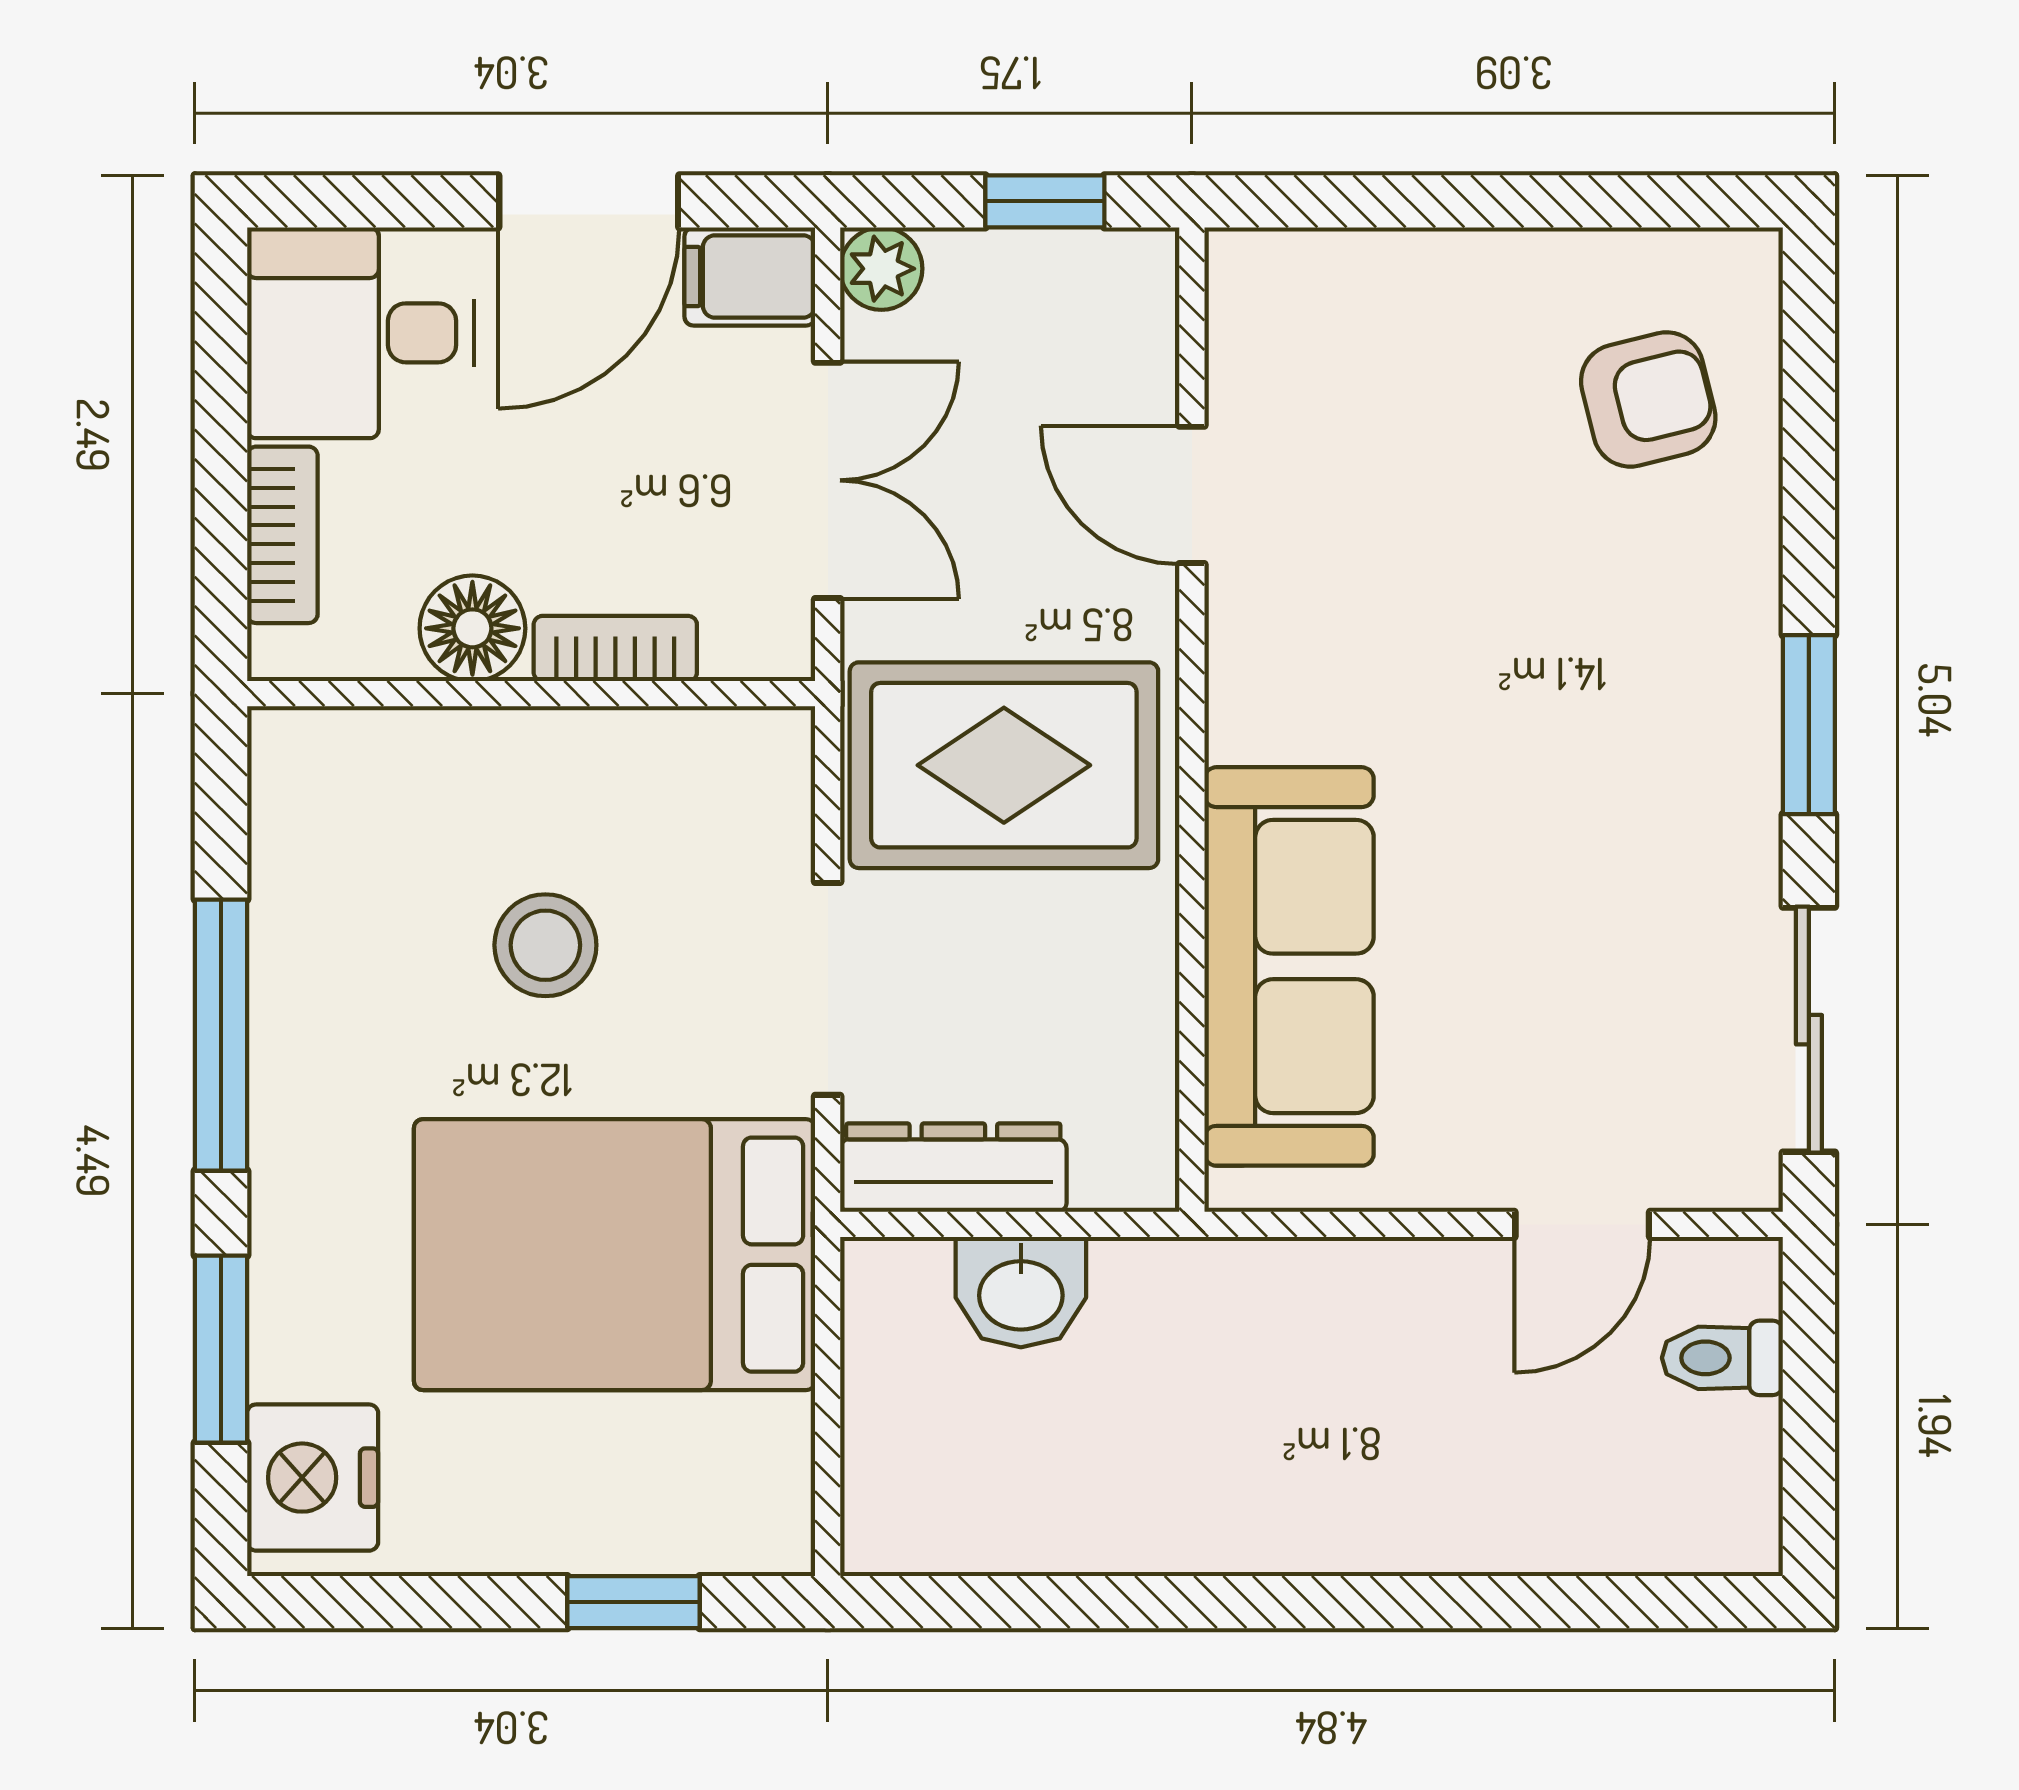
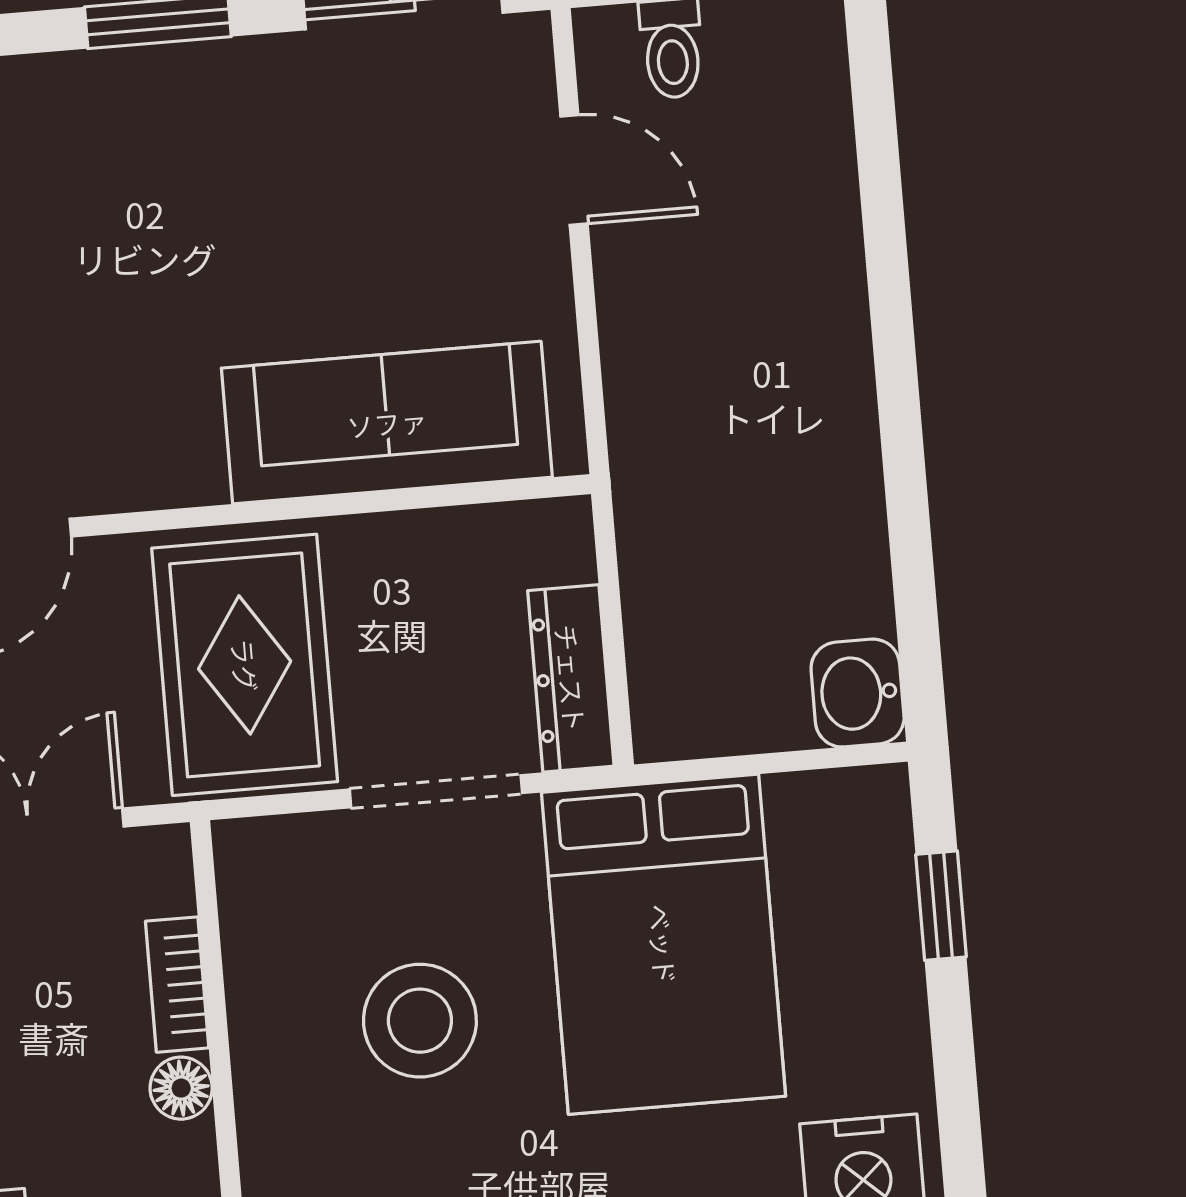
floor lamp: (472, 628) -> (181, 1088), width x0.73, depth x0.73
stool: (545, 945) -> (420, 1021), width x1.38, depth x1.38
washbasin: (1021, 1292) -> (858, 693), moved, turned 180

